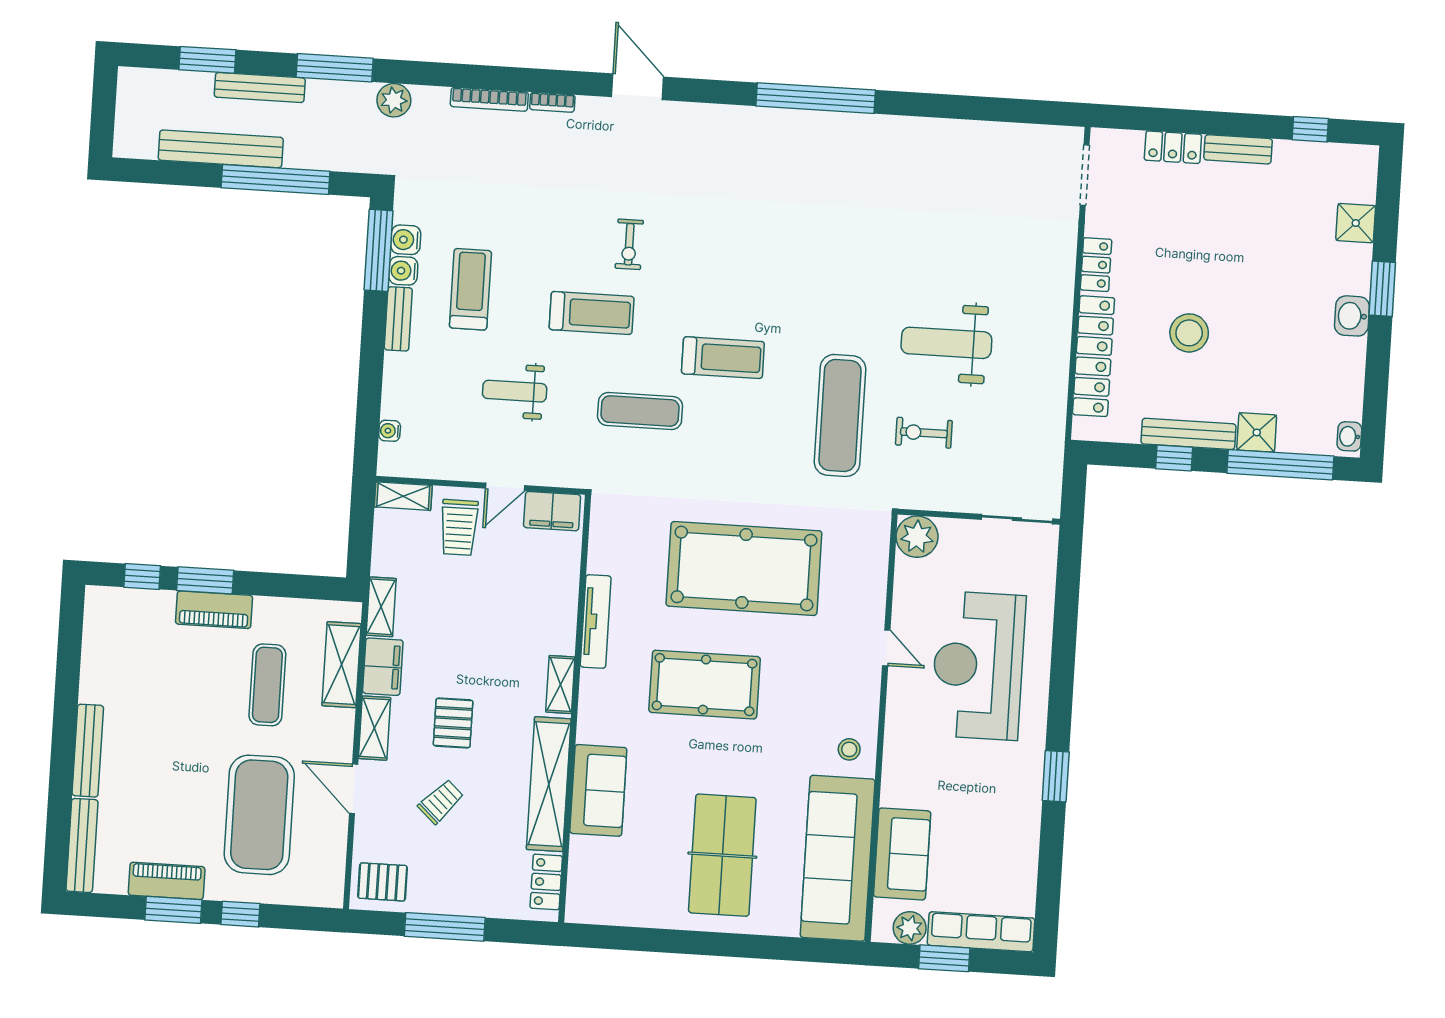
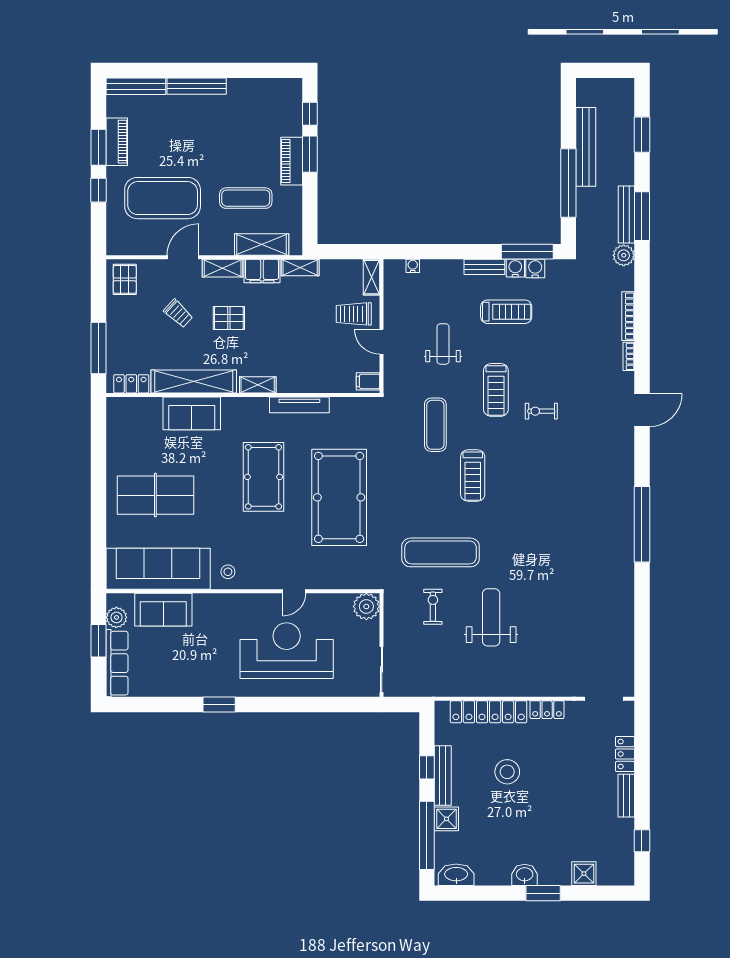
bench: (260, 87) -> (626, 214), moved
washbasin: (1349, 436) -> (456, 875), width x1.91, depth x1.45
filing cabinet: (552, 511) -> (368, 381), width x0.50
window: (445, 927) -> (98, 348), moved

